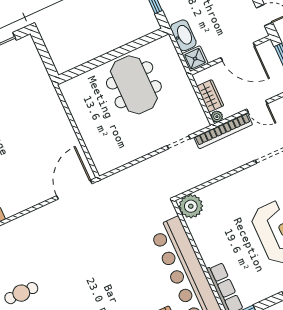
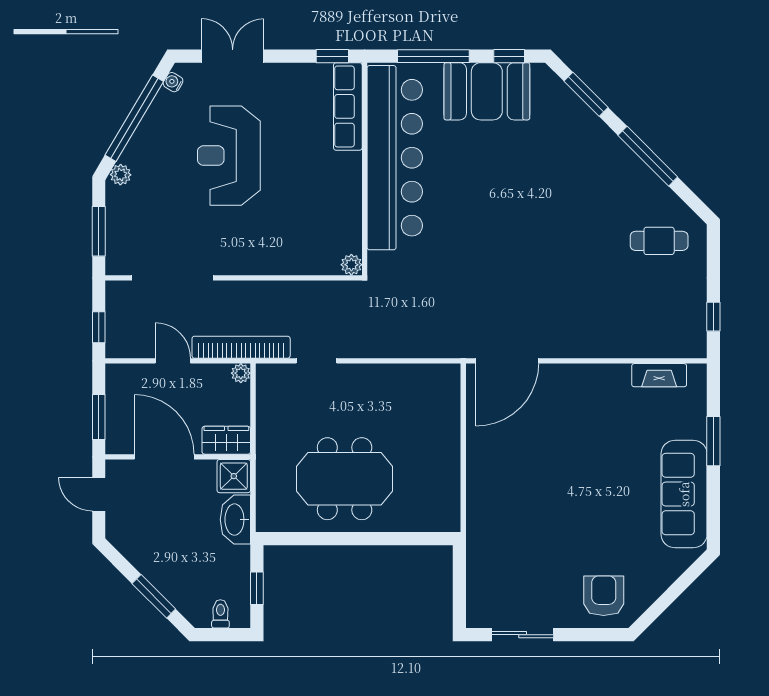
meeting table: (134, 85) -> (345, 479), turned 90
wardrobe: (210, 96) -> (226, 440), moved, turned 90
plant: (191, 206) -> (351, 265), width x0.53, depth x0.53

